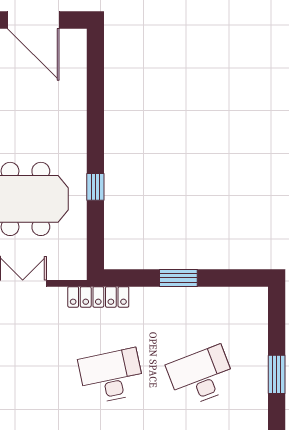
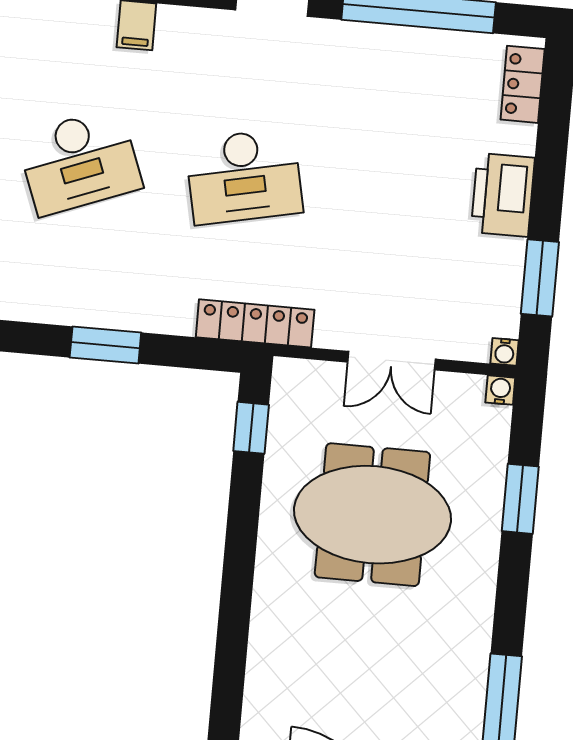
window: (95, 187) -> (251, 428), moved

